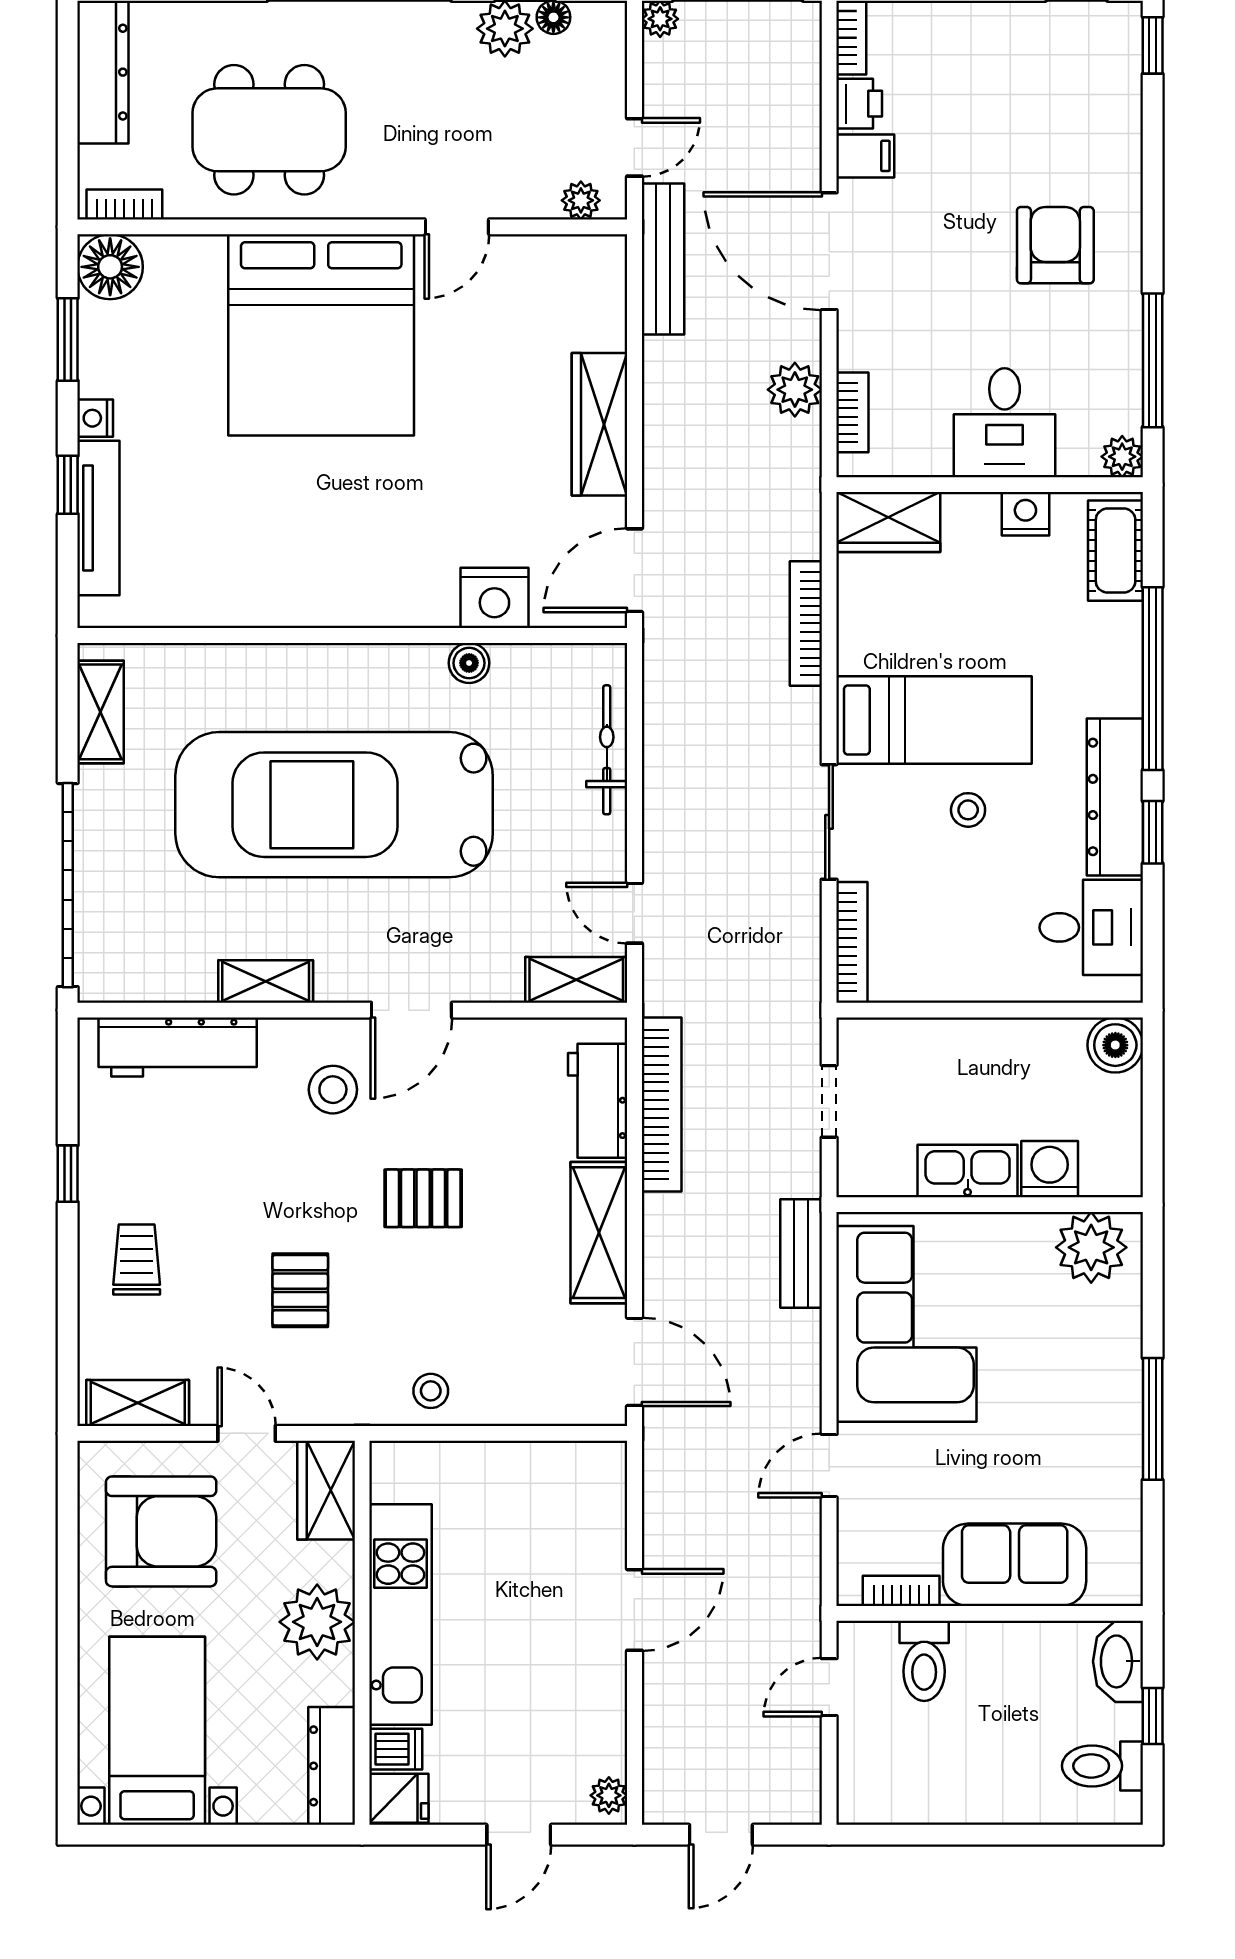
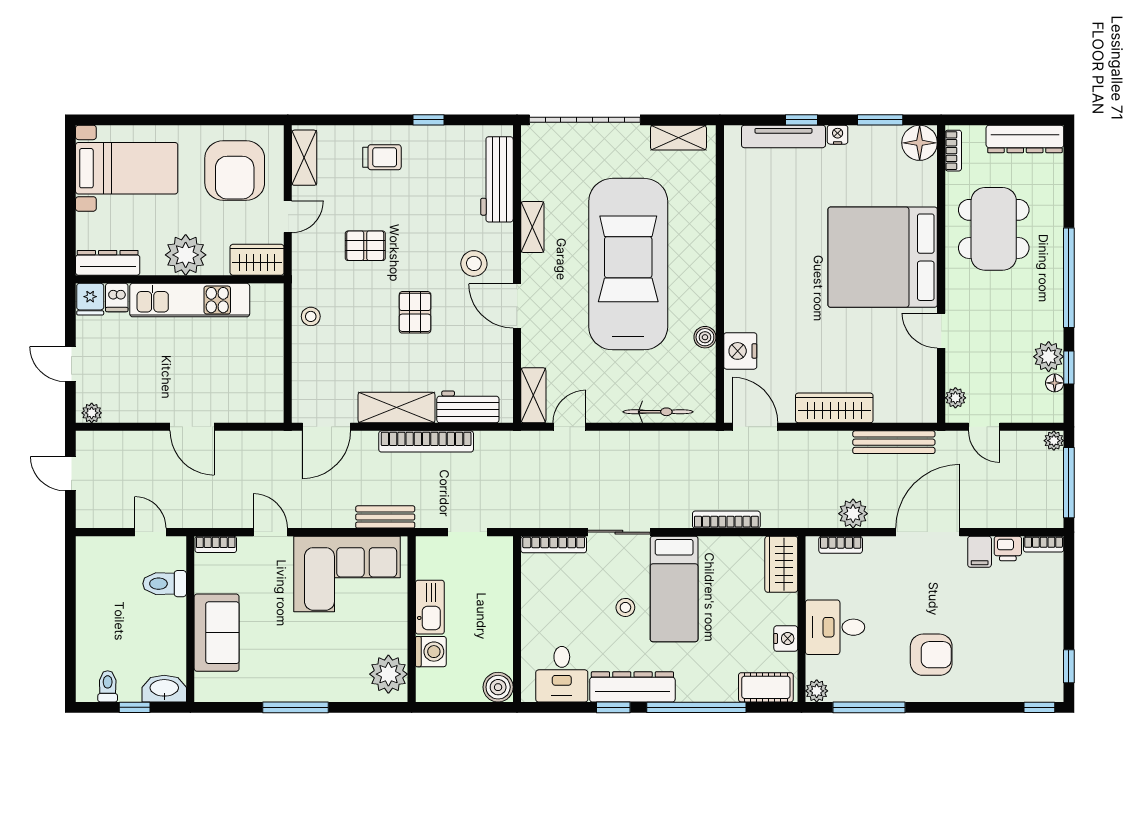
bench: (663, 259) -> (894, 442), moved
bookcase: (662, 1105) -> (426, 441), moved
bookcase: (901, 1591) -> (216, 544), moved, turned 90
toilet: (1102, 1766) -> (108, 686), width x0.73, depth x0.72

